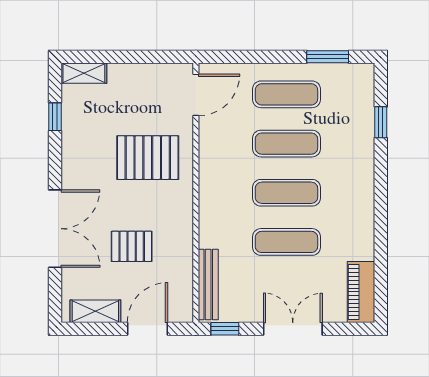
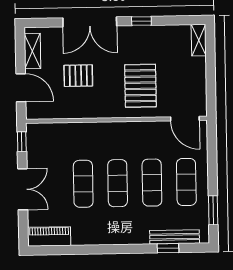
window: (55, 117) -> (141, 21), moved
pallet: (132, 246) -> (78, 76), turned 90
bench: (208, 285) -> (175, 237), moved

